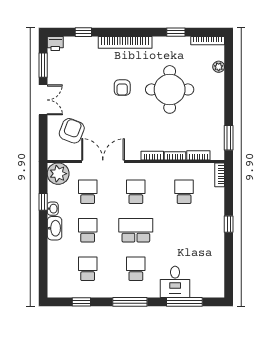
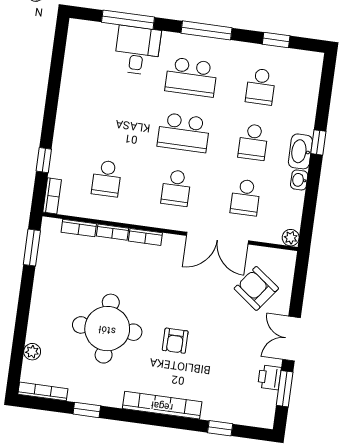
printer: (55, 44) -> (269, 377), moved, turned -90
armchair: (122, 88) -> (175, 341), turned 180
armchair: (72, 131) -> (256, 288), turned 106
plant: (58, 174) -> (291, 238), width x0.53, depth x0.53
window: (43, 202) -> (318, 142), moved
window: (229, 224) -> (44, 160), moved
school desk: (136, 269) -> (191, 77), width x1.85

